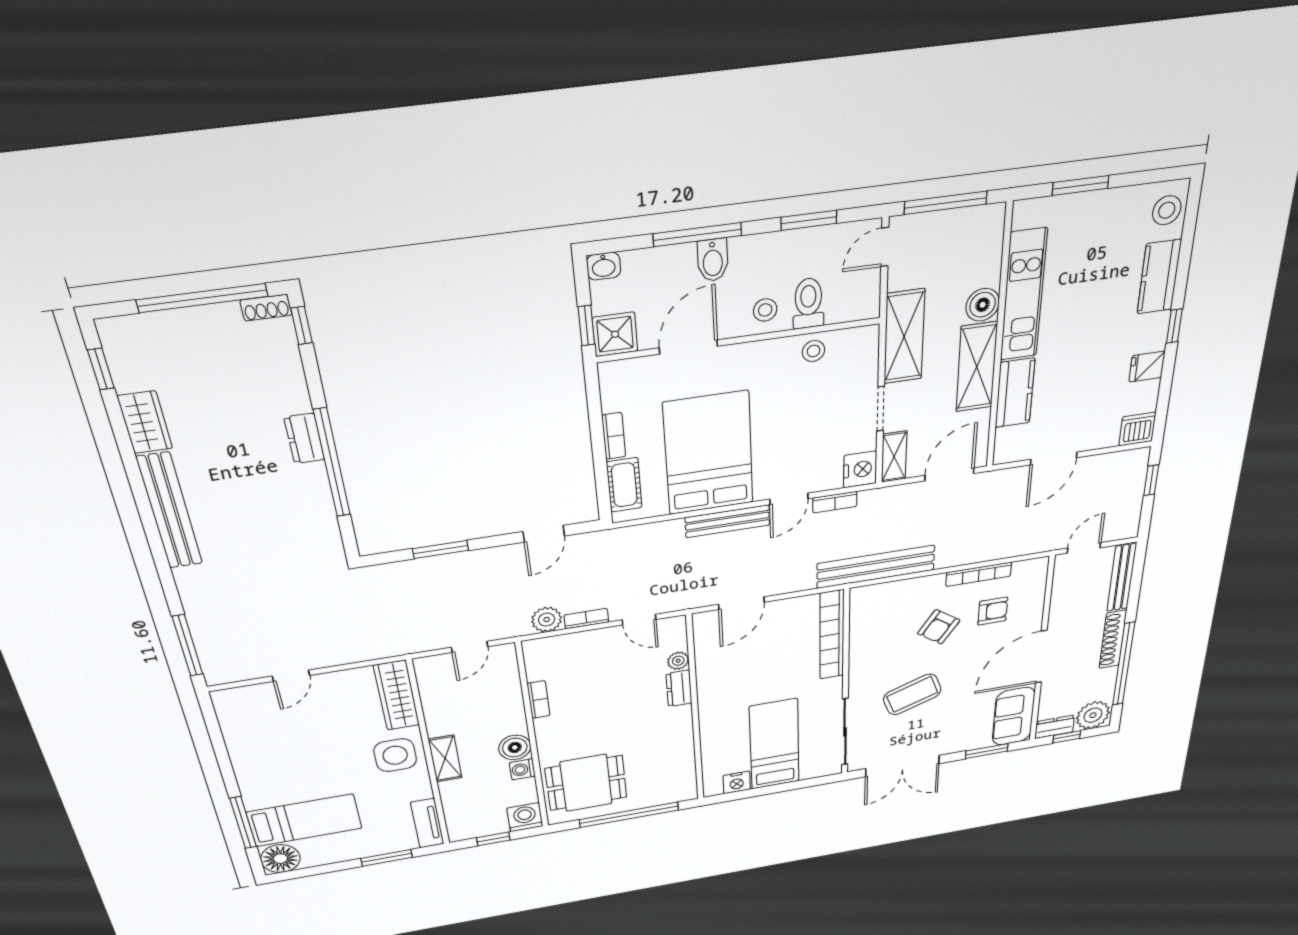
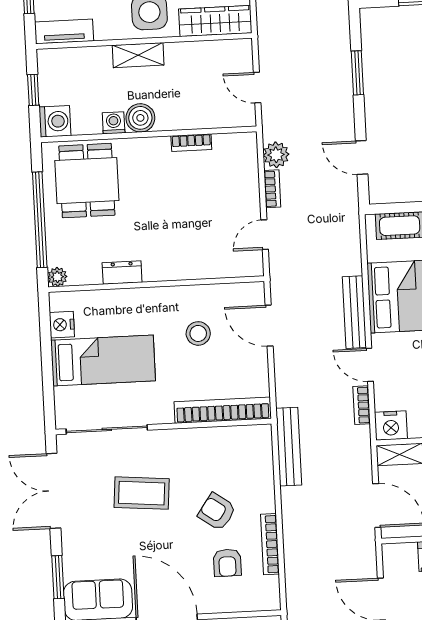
bench: (876, 567) -> (289, 447), width x0.73, depth x0.82
plant: (678, 661) -> (57, 277), moved
stool: (748, 667) -> (198, 333), added
dresser: (679, 688) -> (122, 273), moved
coffee table: (912, 694) -> (142, 493), turned -65

